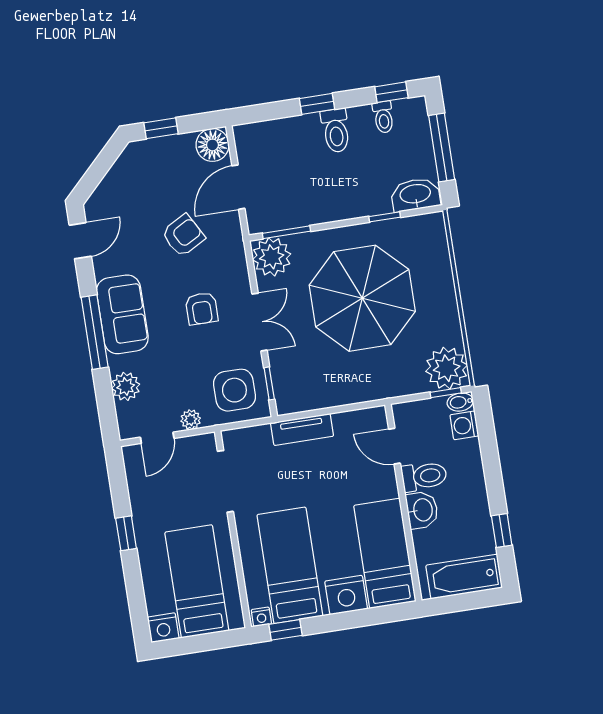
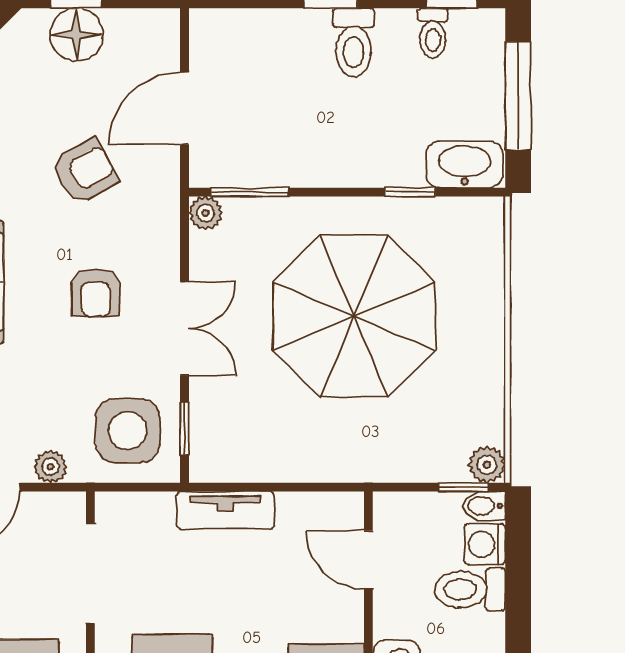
floor lamp: (212, 145) -> (77, 35), moved
plant: (272, 257) -> (205, 213), width x0.53, depth x0.53
plant: (447, 368) -> (487, 465), width x0.53, depth x0.53
toilet: (424, 476) -> (470, 589), moved, turned 180

